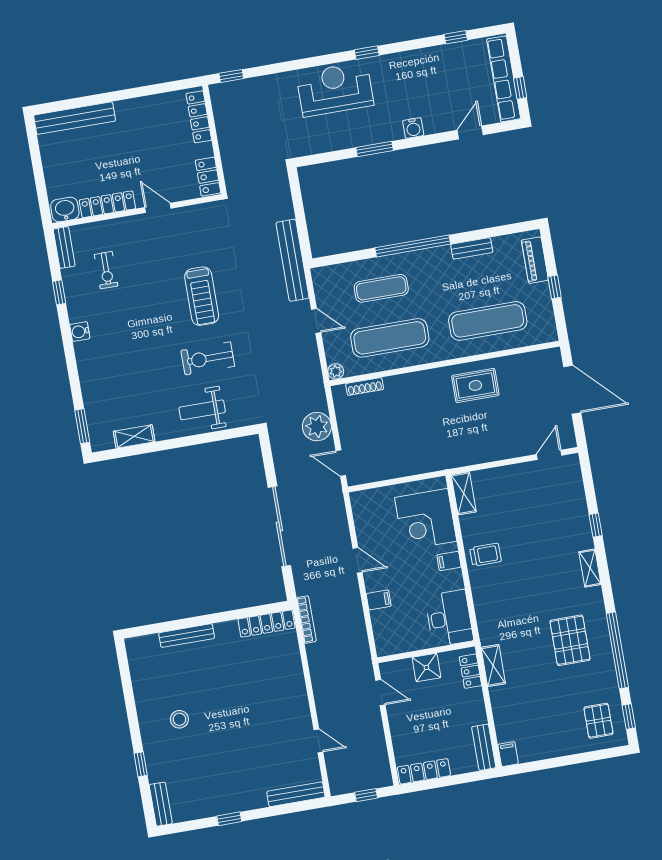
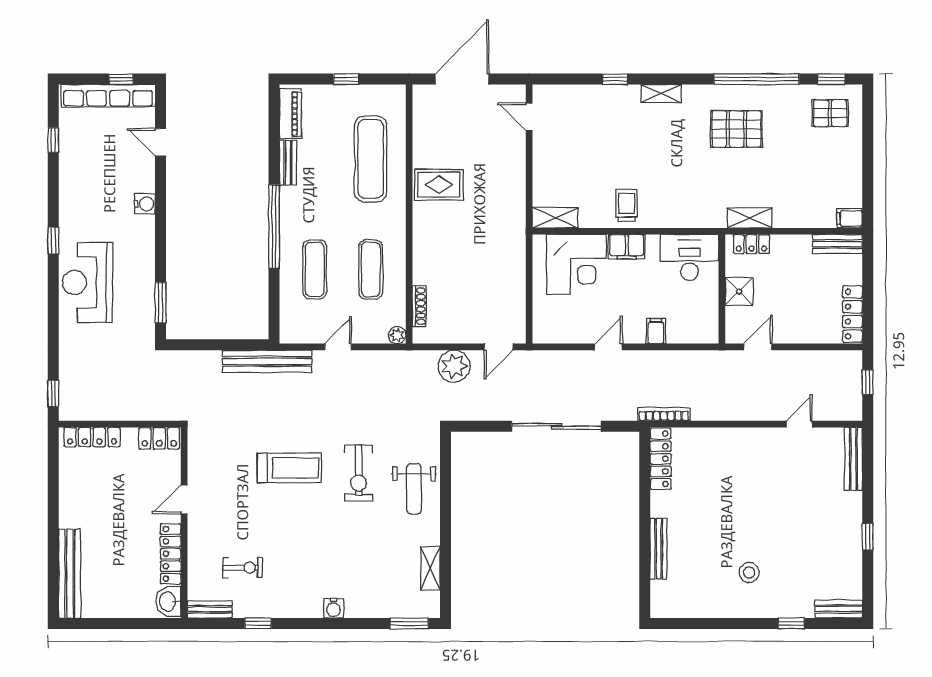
window: (375, 149) -> (160, 303), moved
piano: (535, 260) -> (290, 114), moved, turned -90
water cooler: (80, 332) -> (333, 608), moved
exercise mat: (390, 338) -> (371, 269), width x0.73, depth x0.69
rug: (475, 385) -> (439, 185), turned 90
filing cabinet: (449, 561) -> (627, 247), width x2.00

